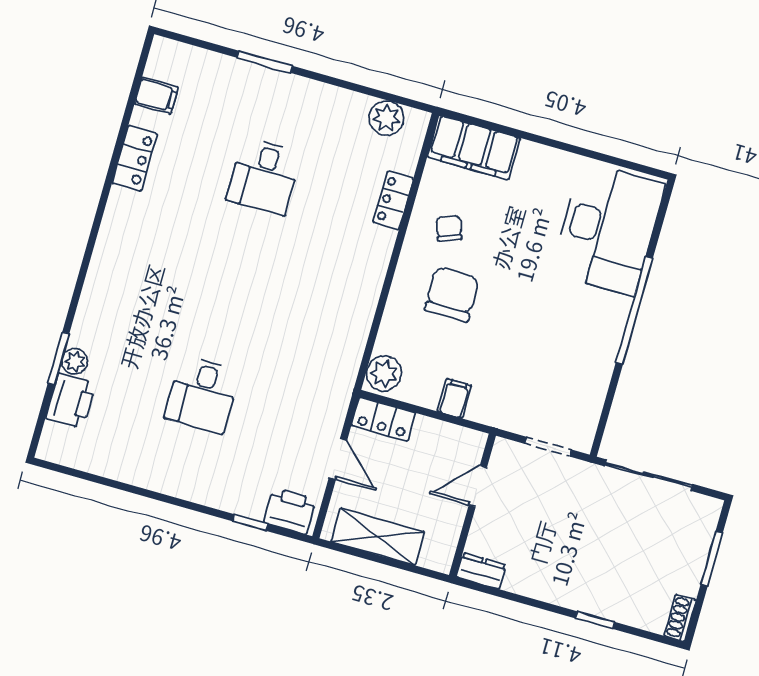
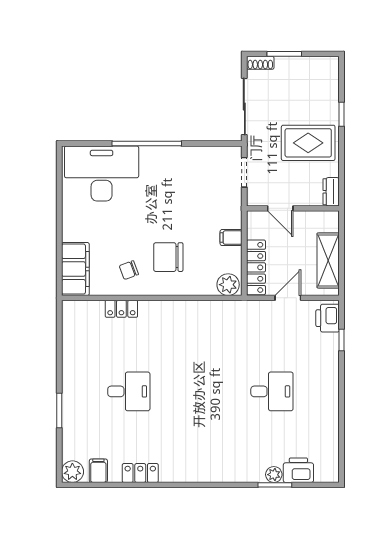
plant: (386, 118) -> (72, 472), moved
locker: (383, 419) -> (256, 267), width x1.53
rug: (566, 557) -> (308, 143), added
shoe rack: (680, 618) -> (260, 63), moved

